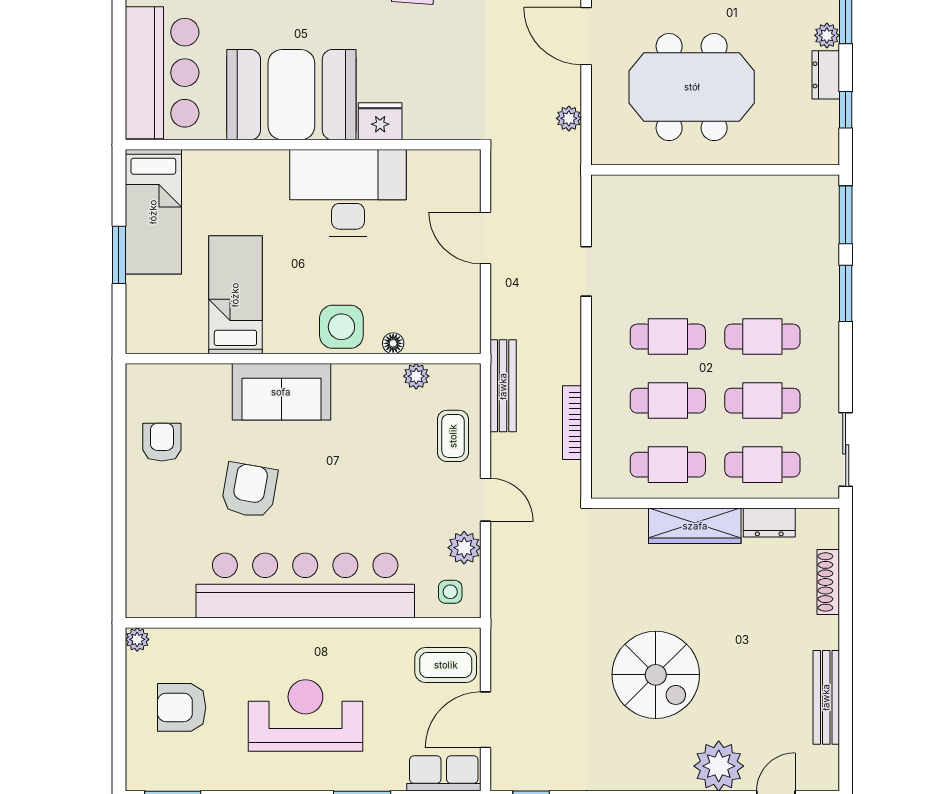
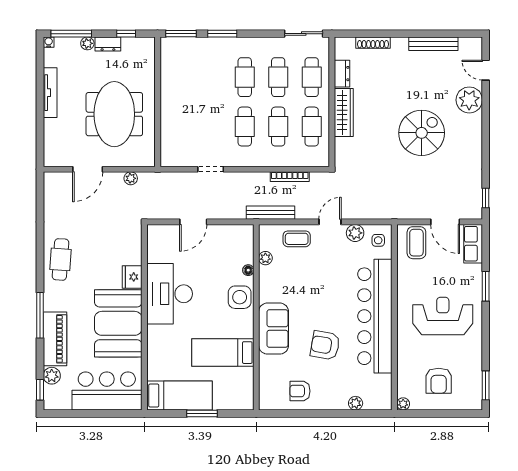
plant: (139, 548) -> (356, 403), added
reception desk: (305, 715) -> (443, 316), turned 90

